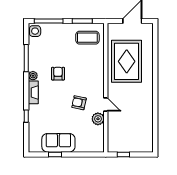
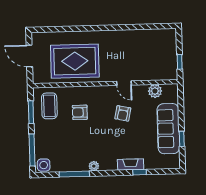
armchair: (58, 74) -> (80, 112), moved
fireplace: (33, 92) -> (131, 165), moved
door: (106, 104) -> (124, 83), swing flipped
plant: (98, 119) -> (155, 91), moved
sofa: (58, 143) -> (168, 129), width x1.36

